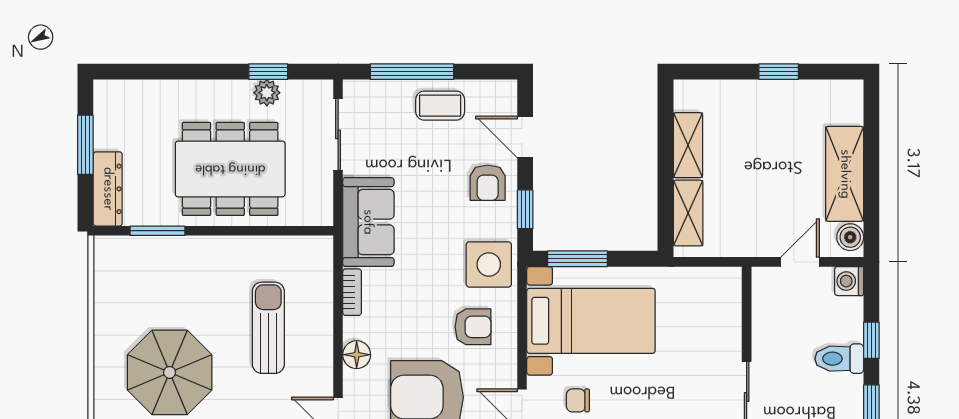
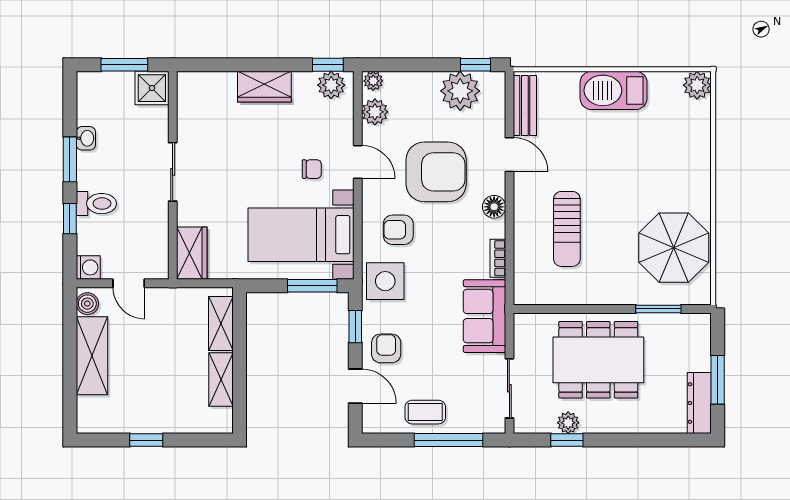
dresser: (108, 189) -> (699, 403), moved
door: (800, 262) -> (129, 283), hinge flipped
wardrobe: (723, 298) -> (192, 253), added
parasol: (170, 372) -> (674, 248), moved

